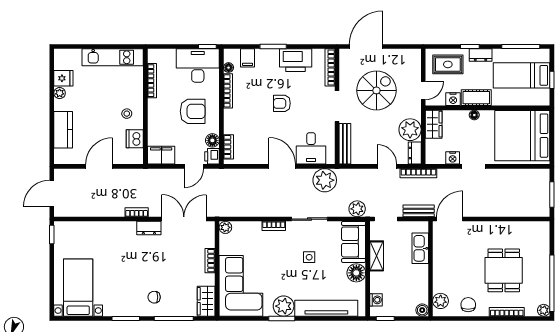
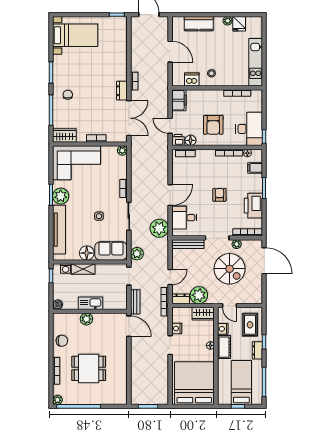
plant: (345, 82) -> (237, 244), added
kitchen sink: (420, 248) -> (90, 303), moved
shelving: (377, 256) -> (83, 269), moved
plant: (441, 301) -> (86, 319), moved

